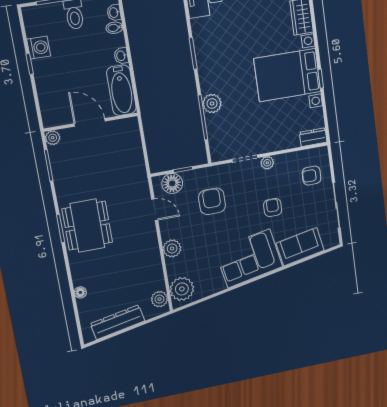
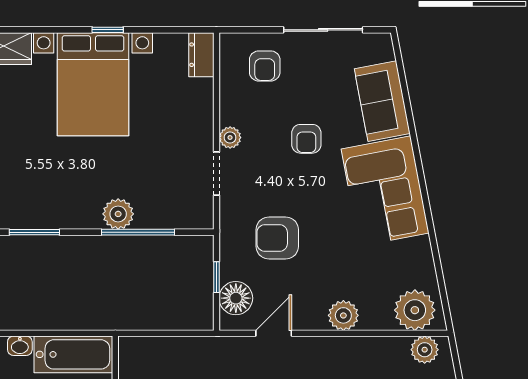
armchair: (273, 208) -> (306, 139), turned -90

